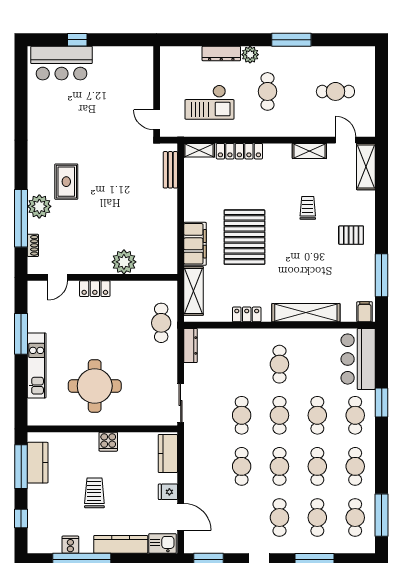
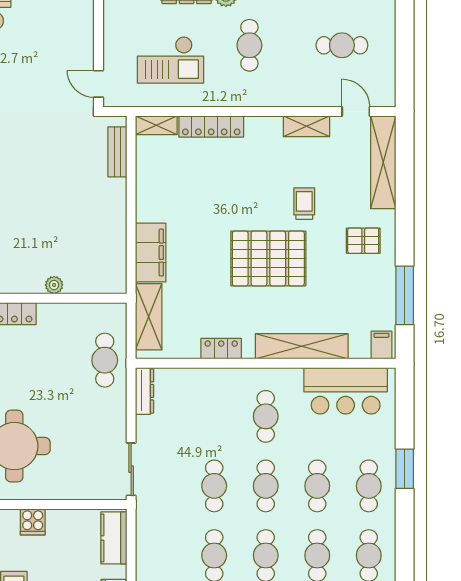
shelving: (366, 167) -> (383, 162), width x1.47
pallet: (244, 237) -> (268, 258), moved, turned 90
plant: (124, 262) -> (54, 285), width x0.53, depth x0.53
bar counter: (358, 359) -> (346, 391), moved, turned -90

